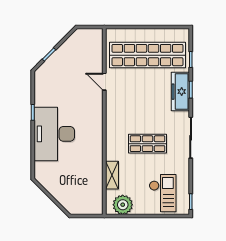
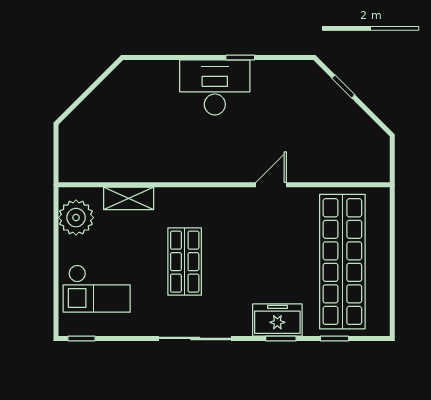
door: (104, 82) -> (271, 185), moved
freezer: (180, 92) -> (277, 320), width x0.71
desk: (54, 134) -> (215, 87), width x0.73, depth x0.77

